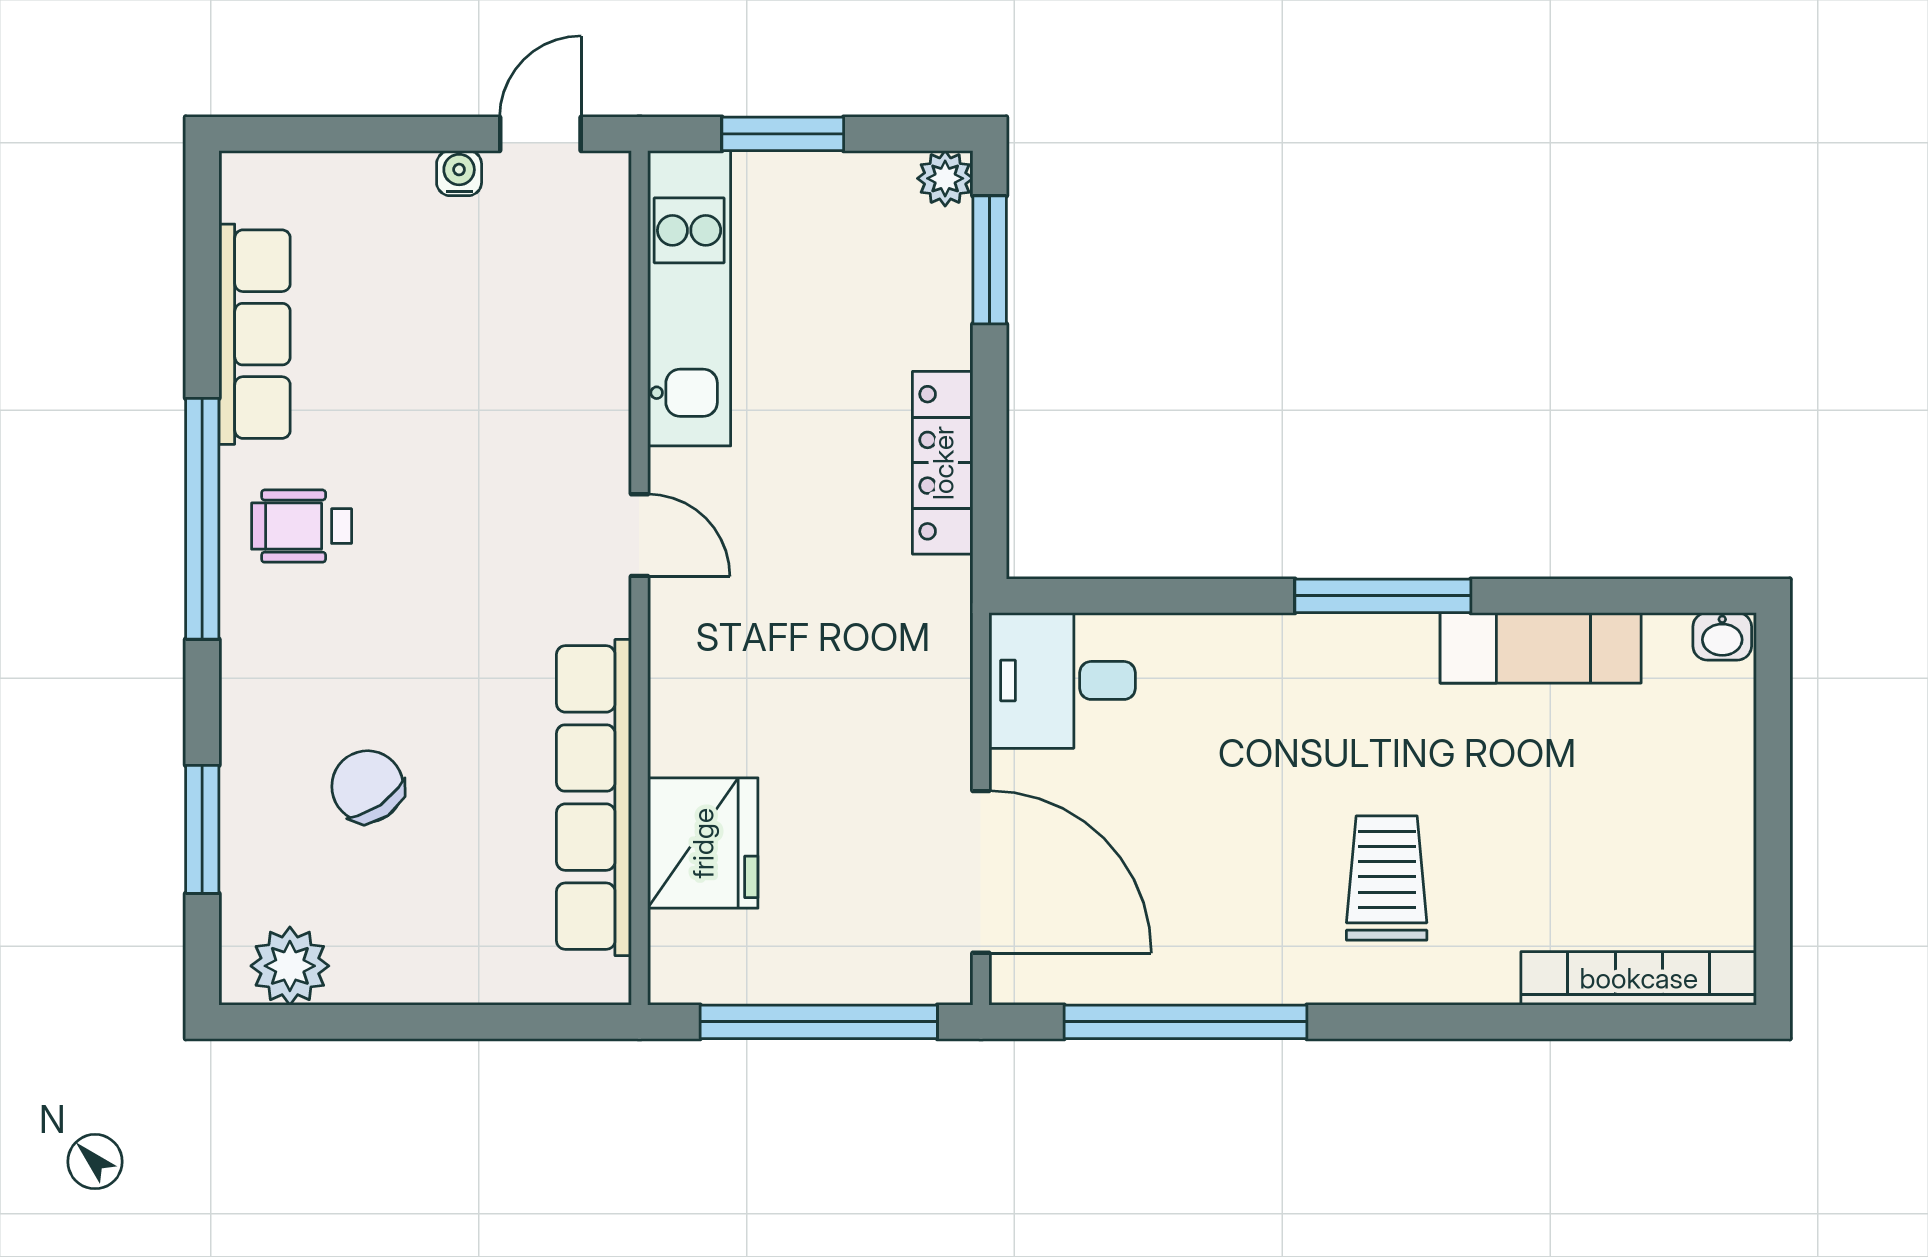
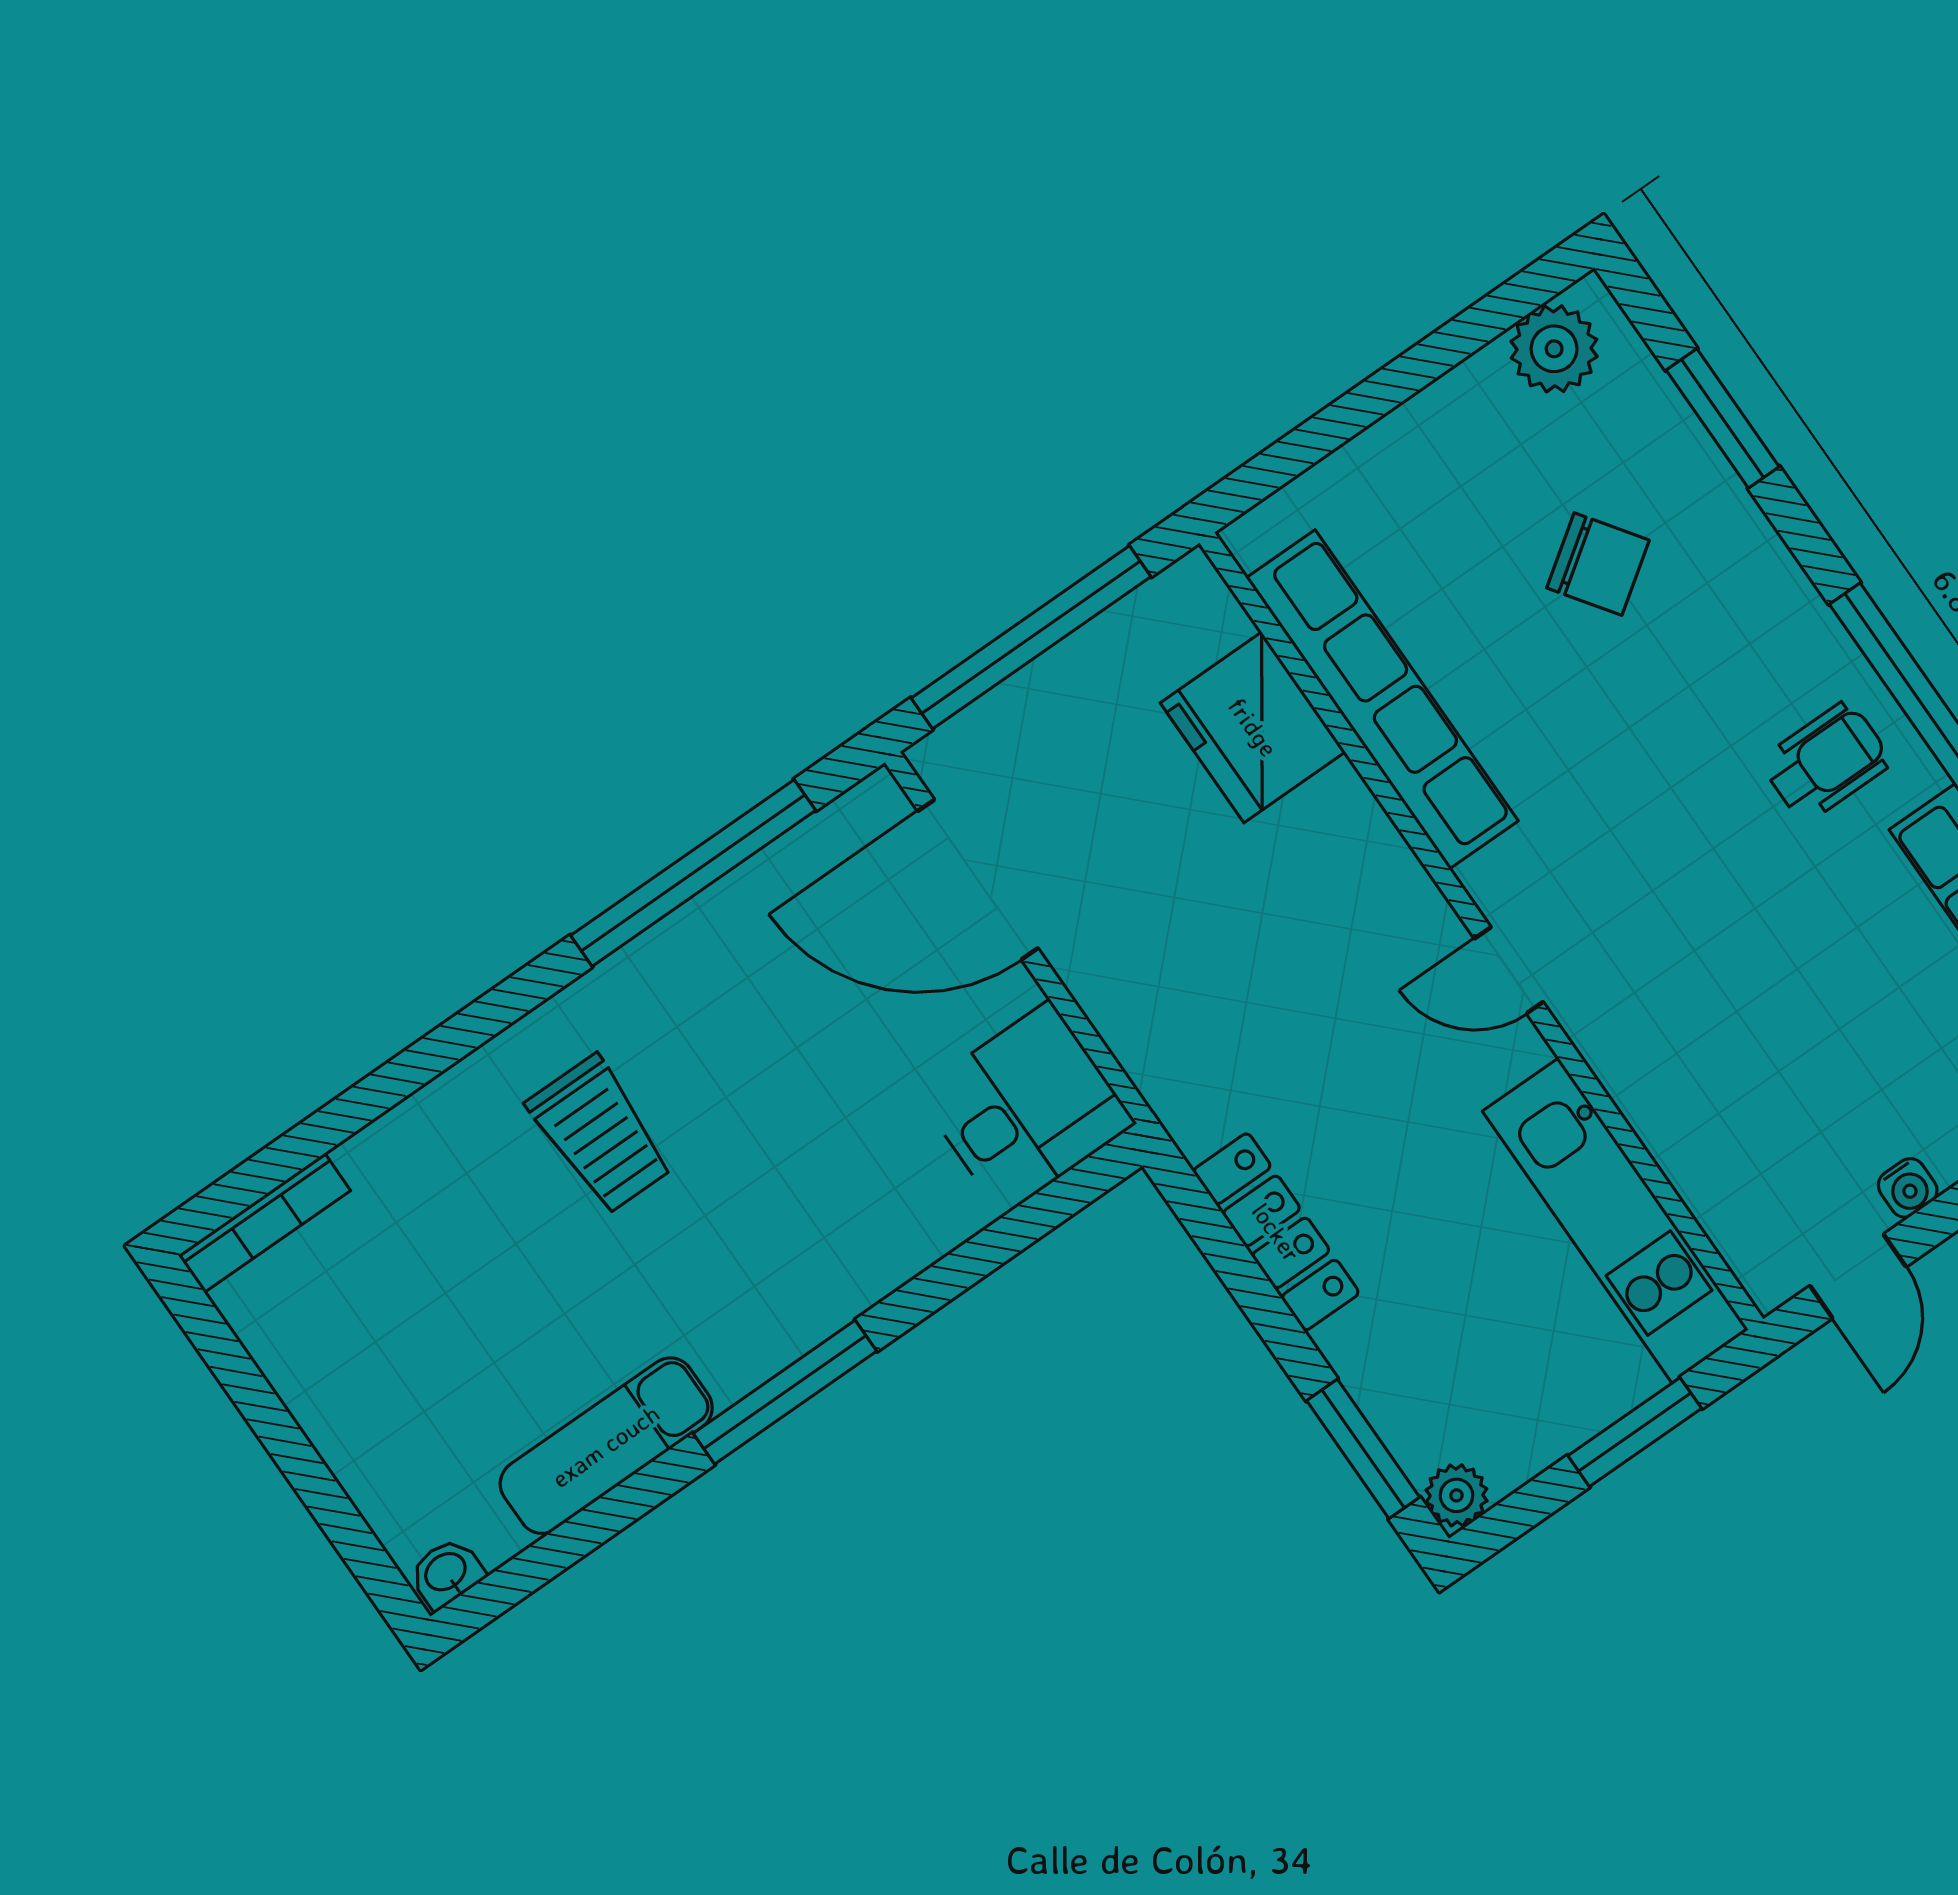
bookcase: (1639, 978) -> (264, 1223), width x0.68, depth x0.76

